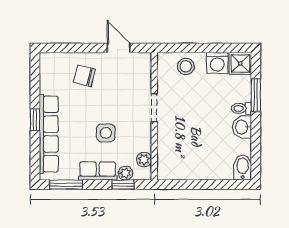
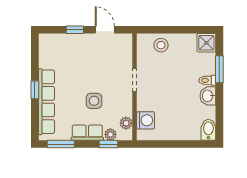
window: (83, 48) -> (75, 30), added
washing machine: (217, 63) -> (145, 120), moved, turned -90
chair: (84, 76) -> (76, 53), removed

